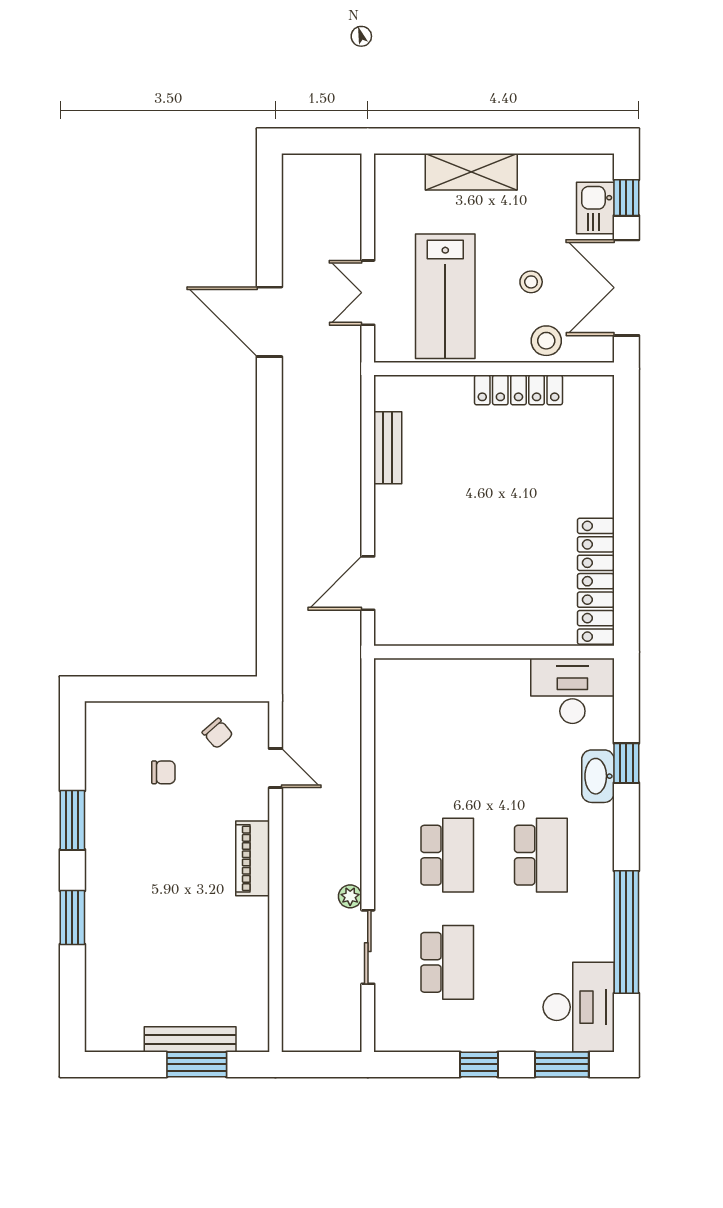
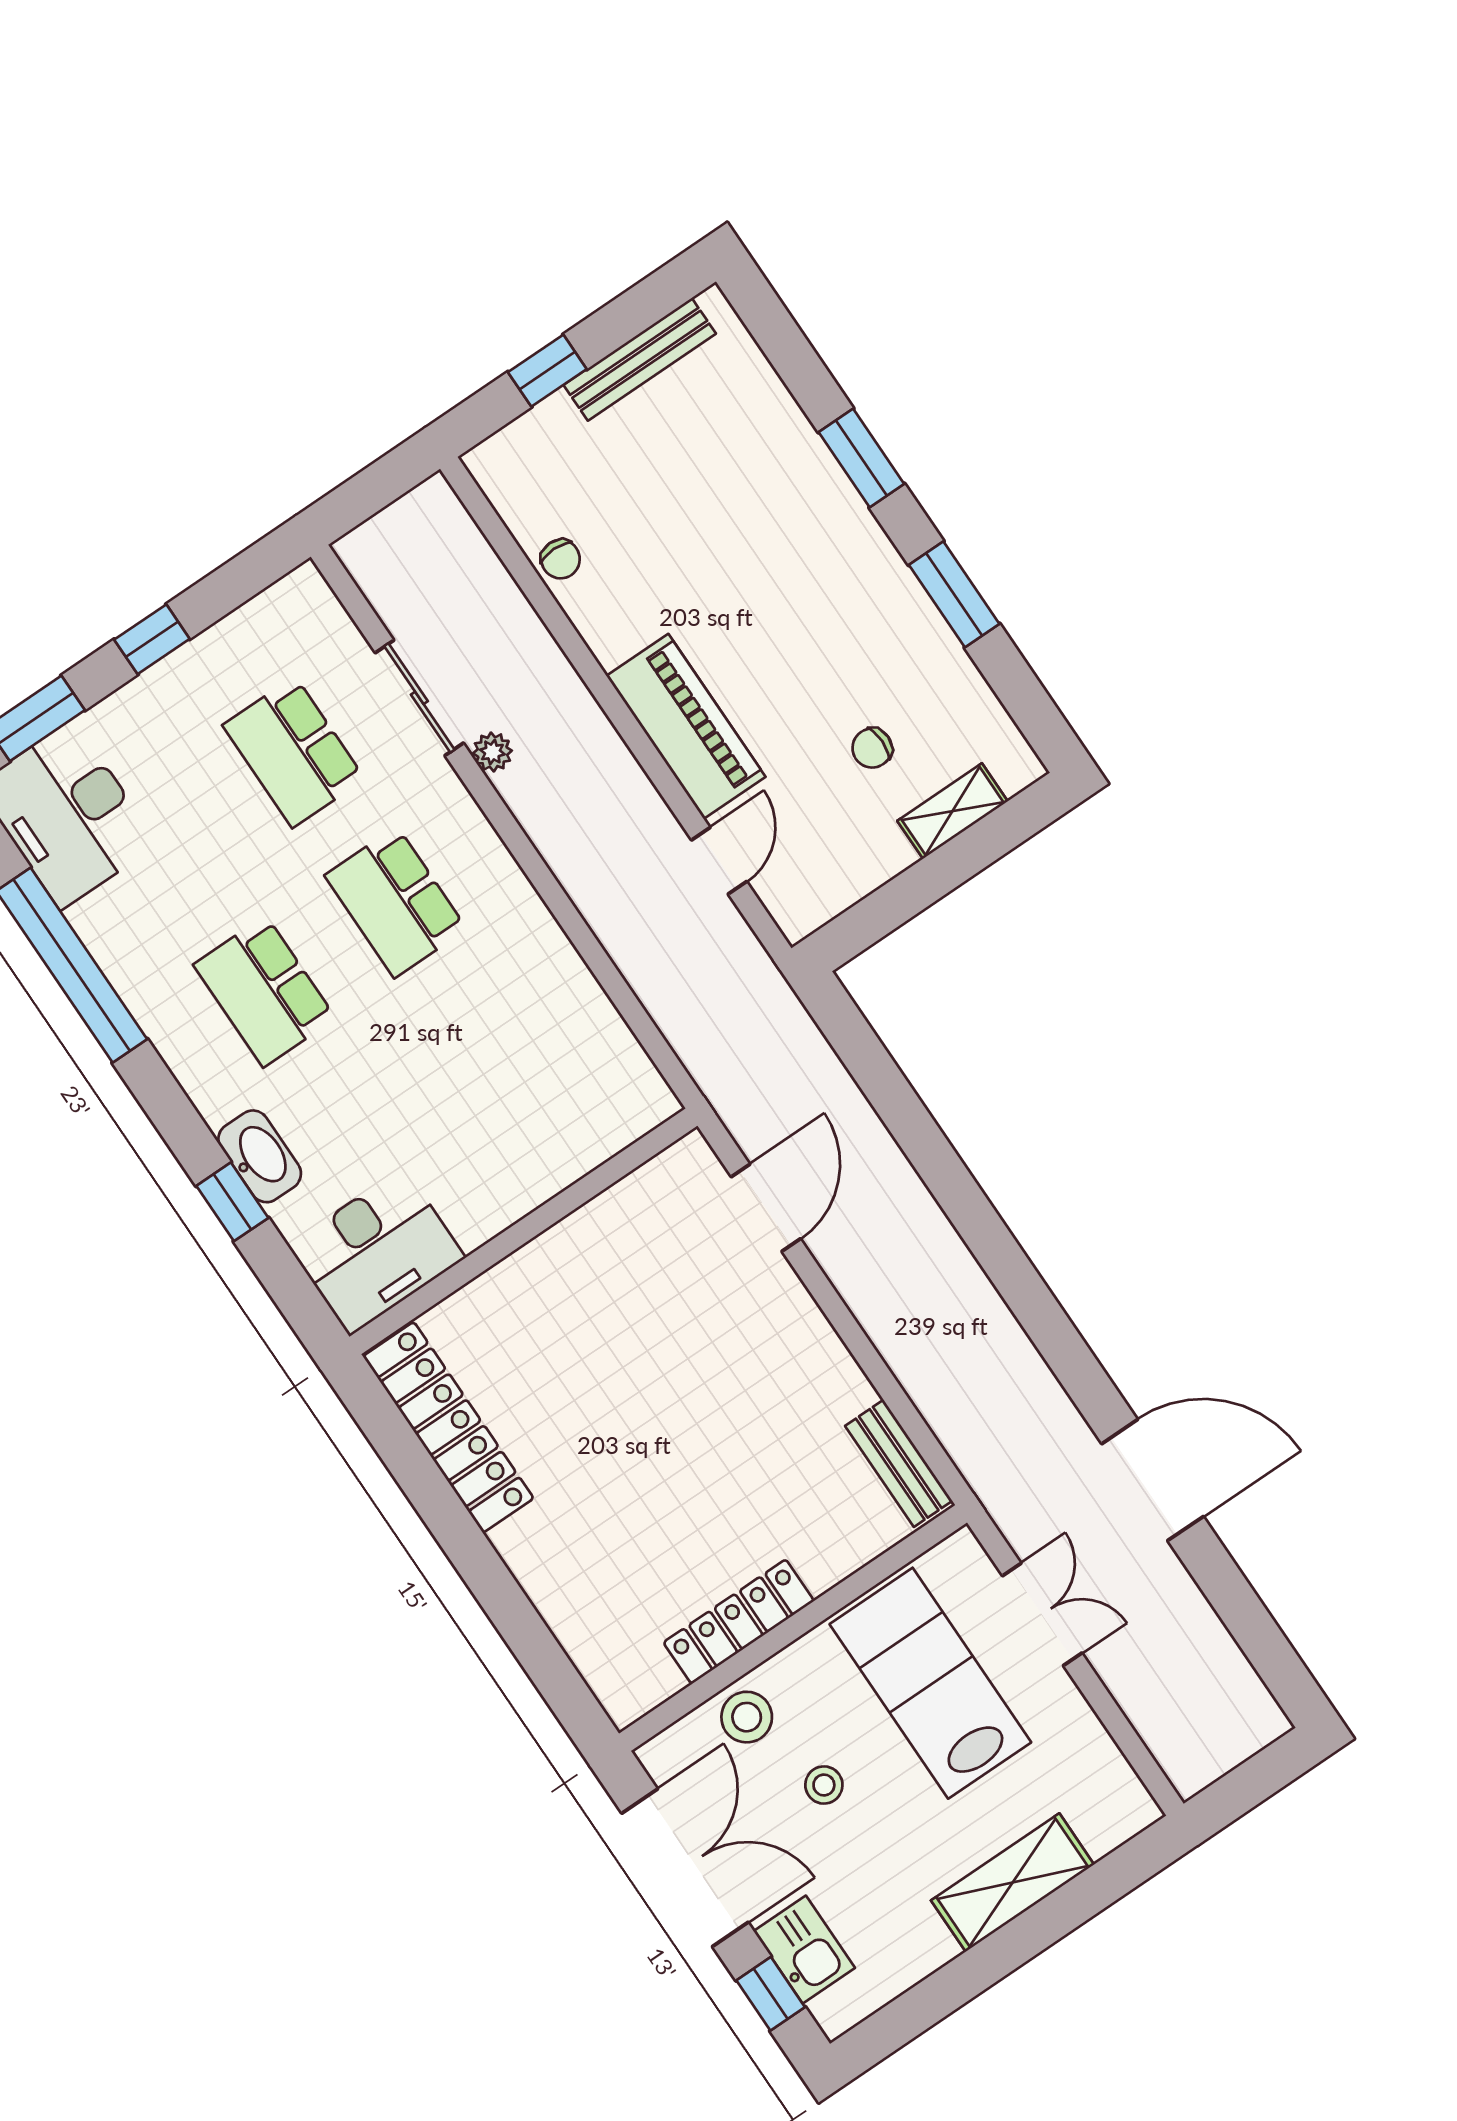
bench: (388, 448) -> (899, 1463), moved
shelving: (145, 715) -> (953, 811), added
chair: (218, 733) -> (561, 559), moved, turned -139
door: (275, 768) -> (719, 861), swing flipped
piano: (253, 858) -> (686, 726), width x1.37, depth x1.33
bench: (190, 1039) -> (640, 359), moved
window: (197, 1064) -> (547, 371), width x0.67

